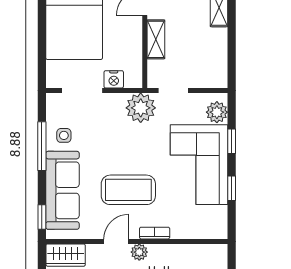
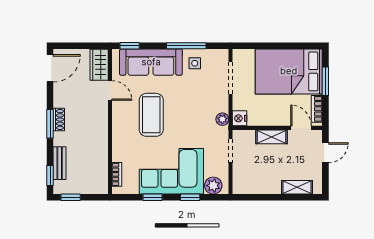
nightstand: (114, 79) -> (240, 118), moved
plant: (141, 108) -> (222, 119), width x0.53, depth x0.53
bookcase: (155, 233) -> (117, 174), moved
door: (116, 241) -> (110, 90), moved
plant: (139, 252) -> (101, 124), removed

